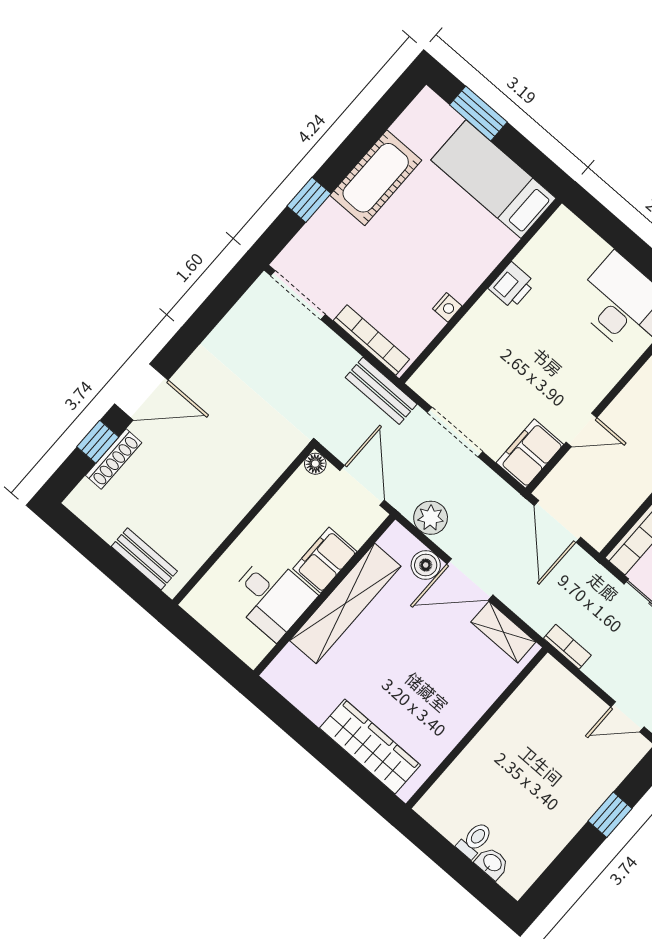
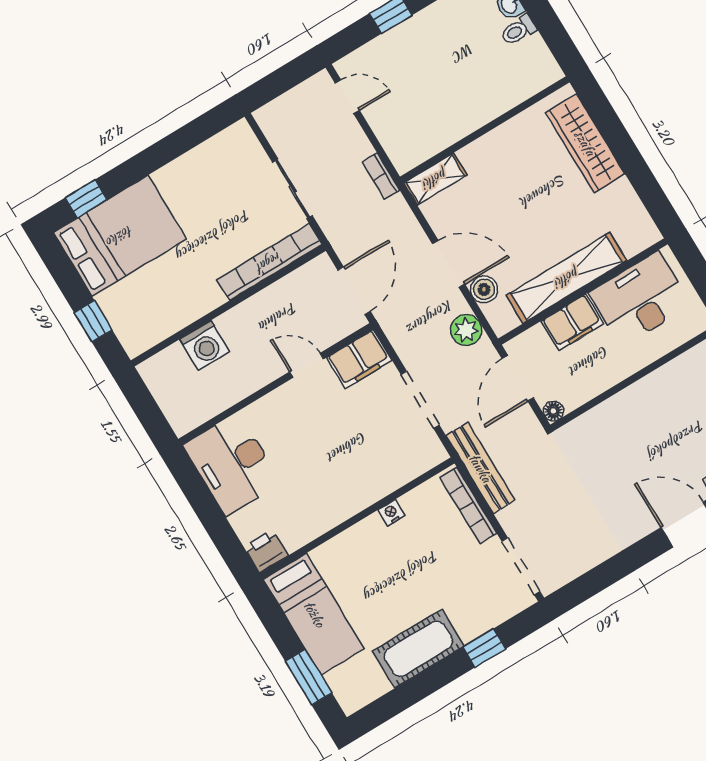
printer: (512, 285) -> (266, 551), moved
bench: (381, 391) -> (480, 468), width x1.36
desk: (271, 597) -> (640, 299), width x1.37
shelving: (503, 632) -> (435, 179), moved, turned 90

